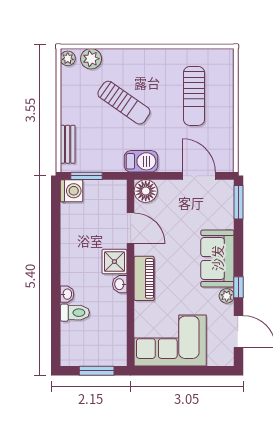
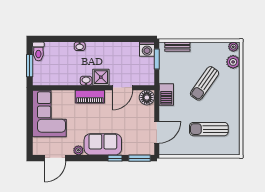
window: (239, 287) -> (115, 158), moved
toilet: (75, 313) -> (38, 51), moved

